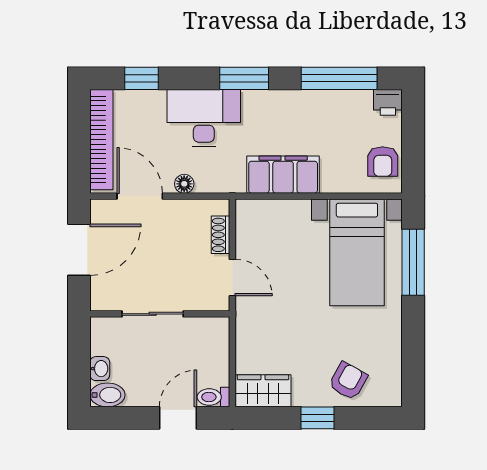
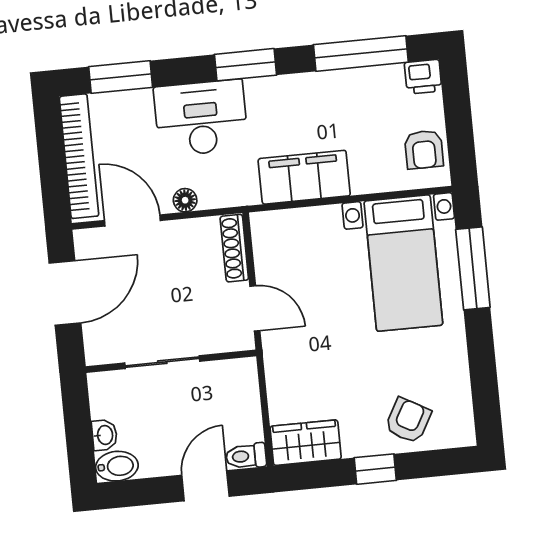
window: (142, 78) -> (121, 77), width x1.50
shoe rack: (221, 235) -> (234, 248), width x1.43

